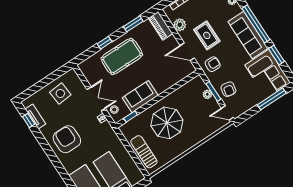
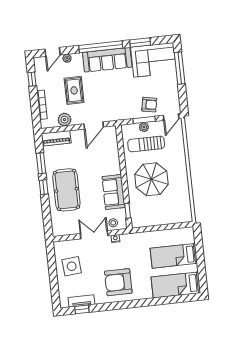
rug: (207, 35) -> (74, 90), moved, turned 90
window: (105, 43) -> (44, 187), moved
armchair: (213, 64) -> (118, 107), removed
sun lounger: (144, 152) -> (146, 144), moved

